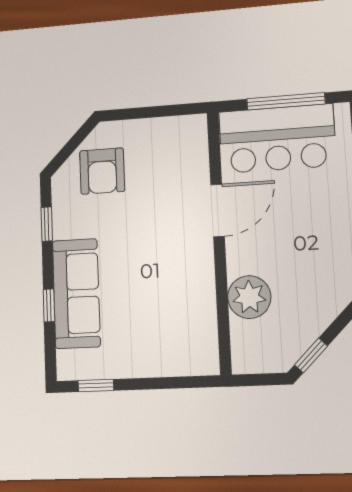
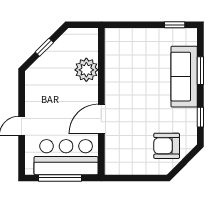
armchair: (102, 171) -> (167, 146), turned -90
window: (49, 305) -> (200, 71), width x1.50
window: (311, 355) -> (44, 47), moved

